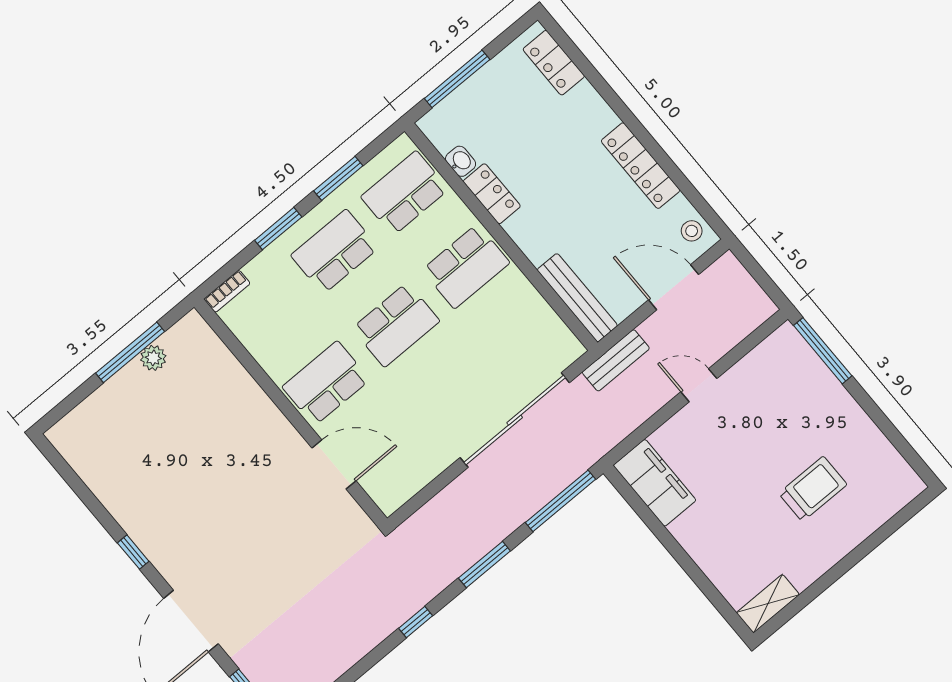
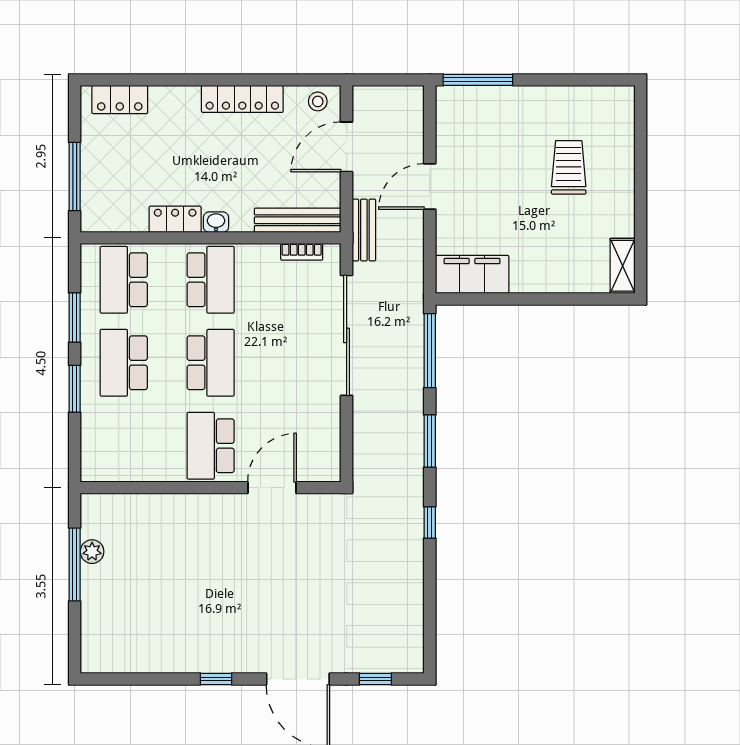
washbasin: (461, 161) -> (216, 222), moved
bookcase: (227, 291) -> (302, 252), moved, turned 90
door: (699, 385) -> (430, 186), width x1.38

